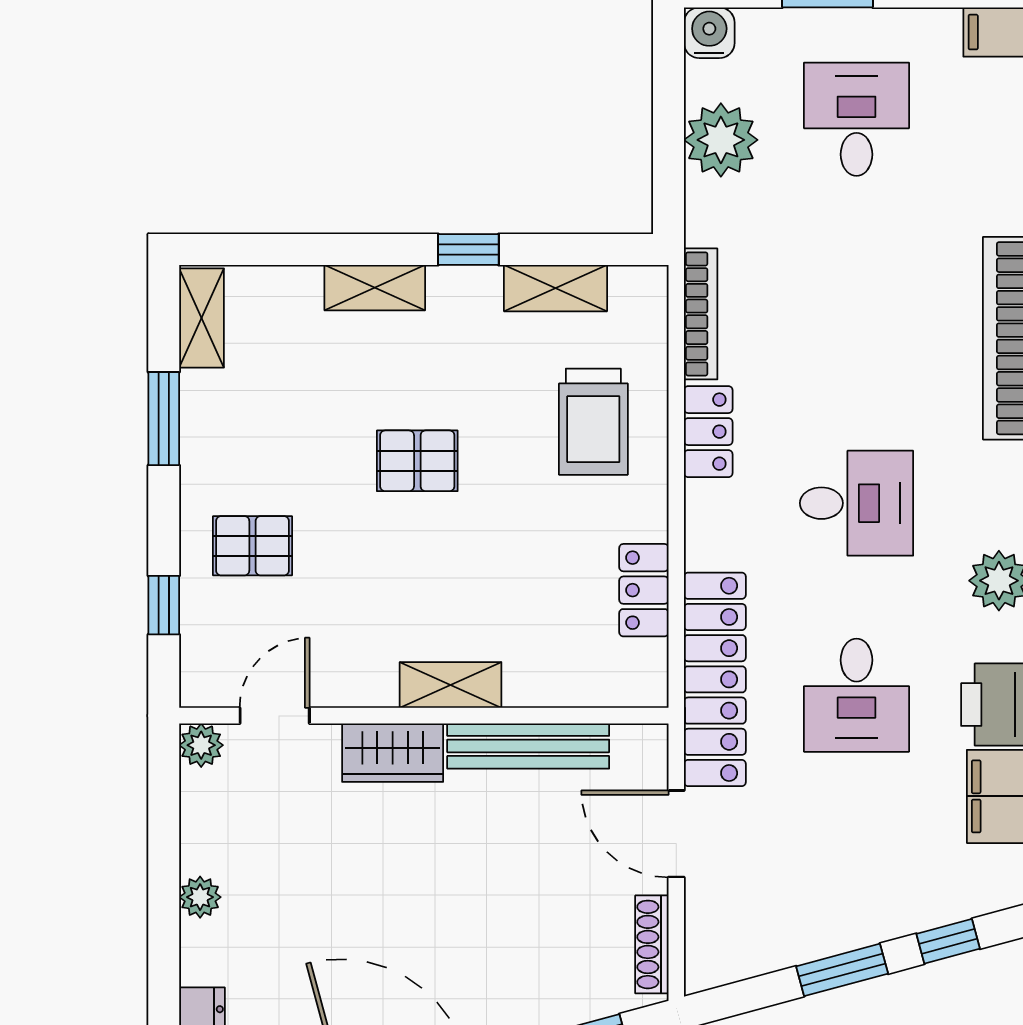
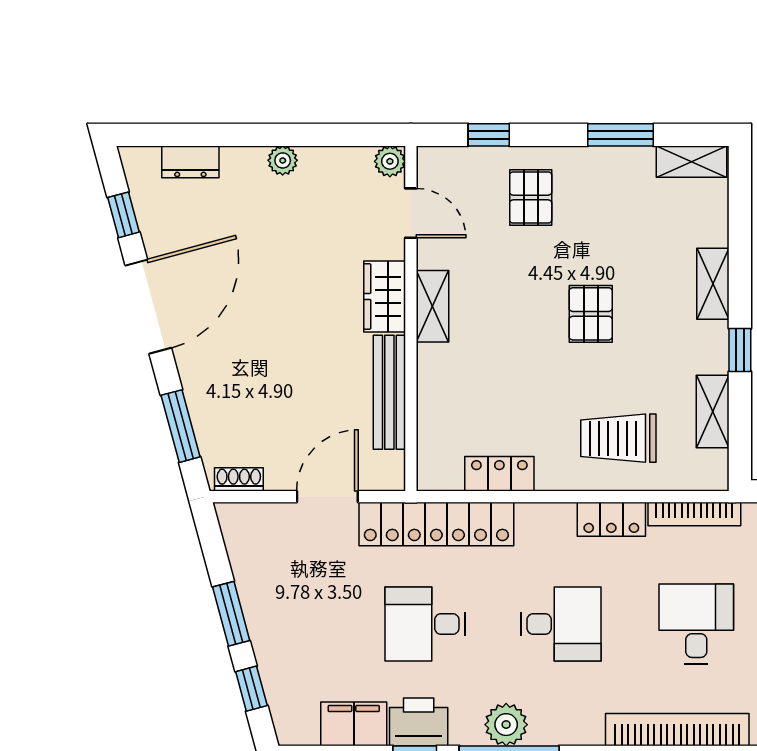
desk: (856, 311) -> (696, 624), added
desk: (856, 503) -> (561, 624), turned -90
shelving: (451, 685) -> (432, 306), moved
shoe rack: (652, 944) -> (239, 479), width x0.70

